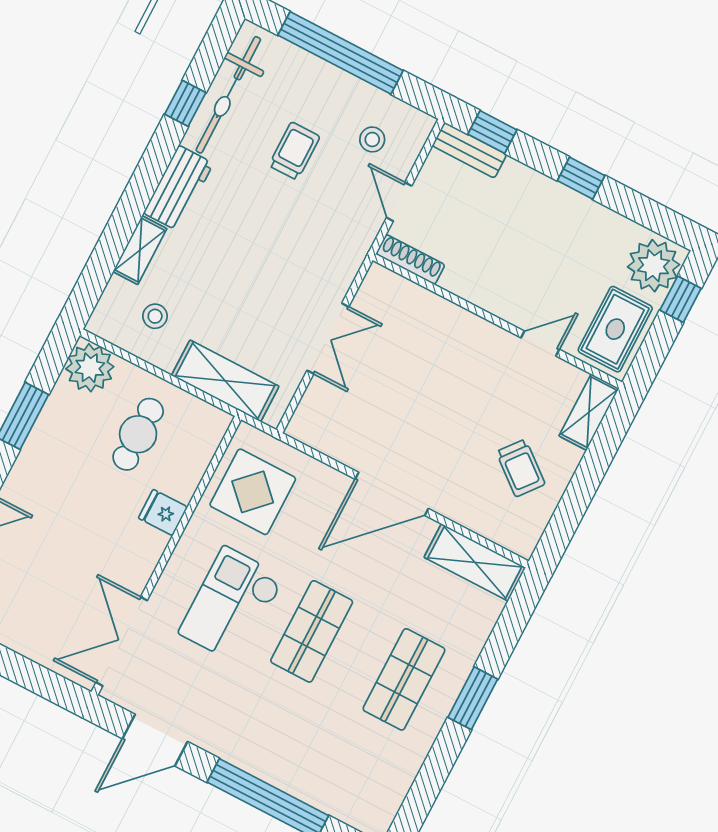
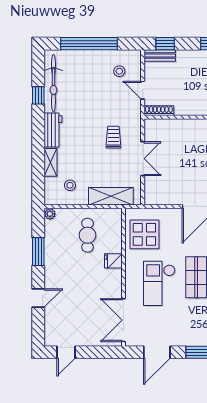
trolley: (294, 151) -> (113, 137), moved
plant: (90, 368) -> (50, 214), width x0.53, depth x0.53

